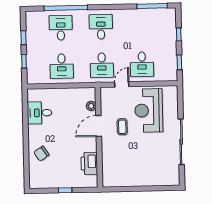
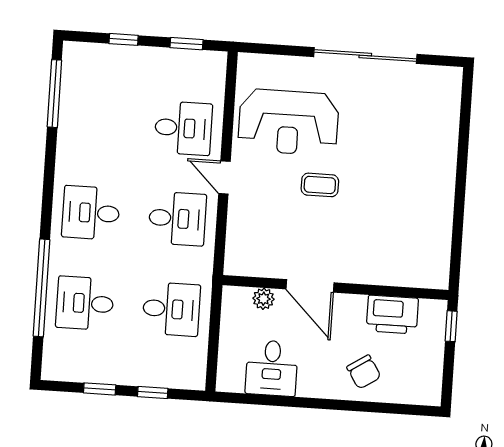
plant: (91, 106) -> (263, 299), moved
door: (99, 126) -> (310, 286), moved
wall: (99, 137) -> (335, 288), moved
printer: (89, 163) -> (392, 315), moved

